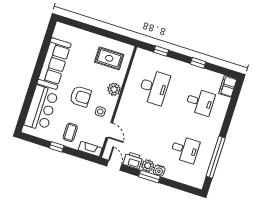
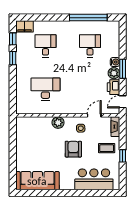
window: (161, 51) -> (13, 39), moved
rug: (109, 58) -> (33, 135), removed
sofa: (54, 64) -> (37, 181), moved

